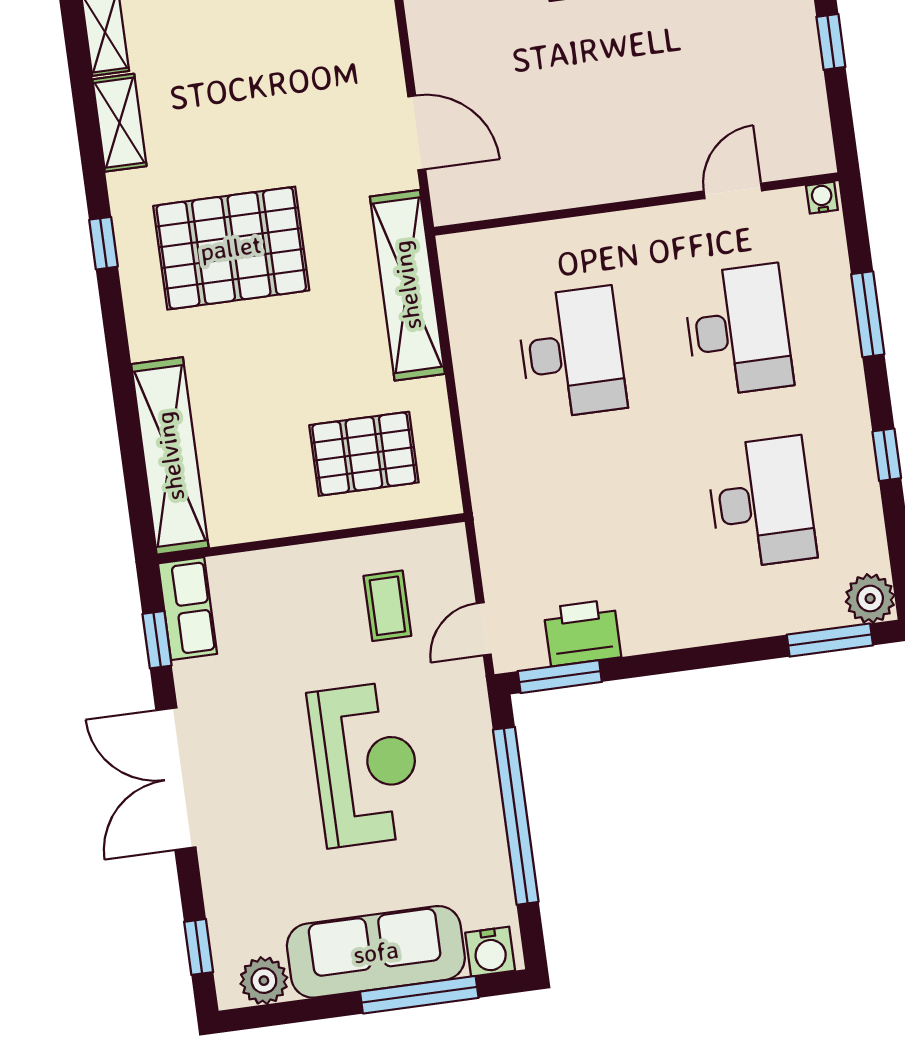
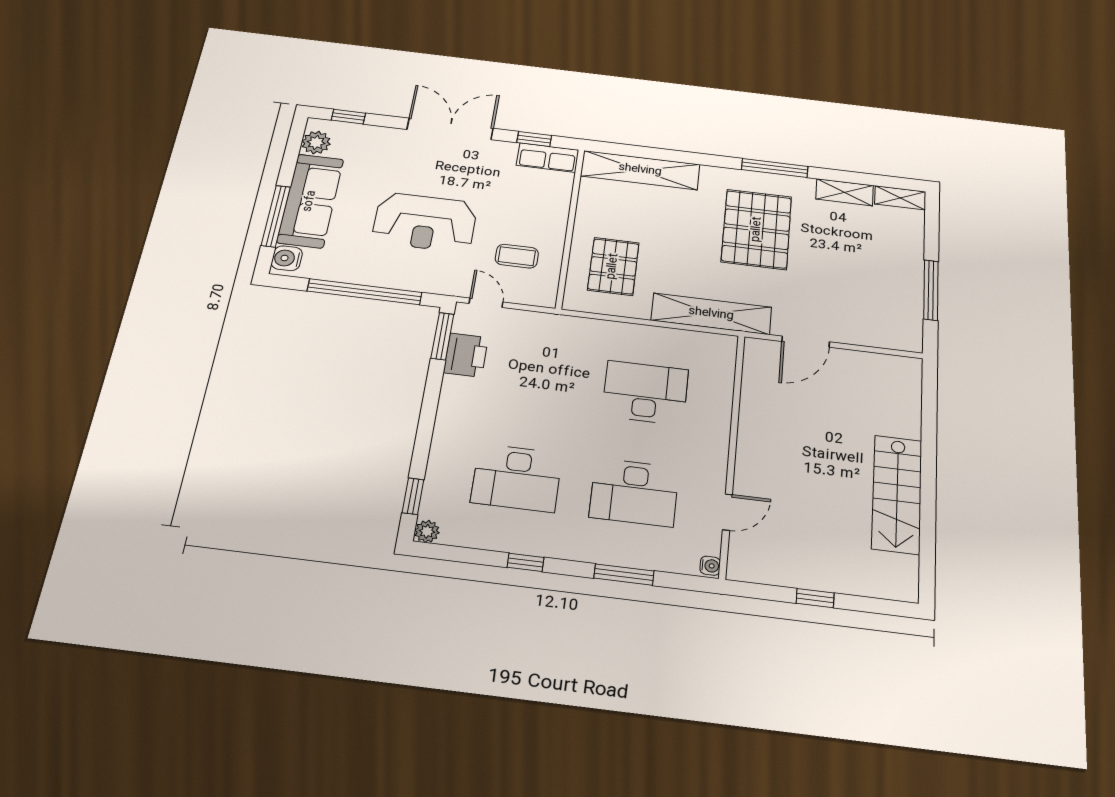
door: (733, 191) -> (727, 512), hinge flipped
window: (103, 243) -> (775, 168), width x2.17
desk: (572, 353) -> (645, 393), turned 180
plant: (870, 599) -> (427, 531), width x0.73, depth x0.73
window: (830, 640) -> (413, 496), width x0.67

